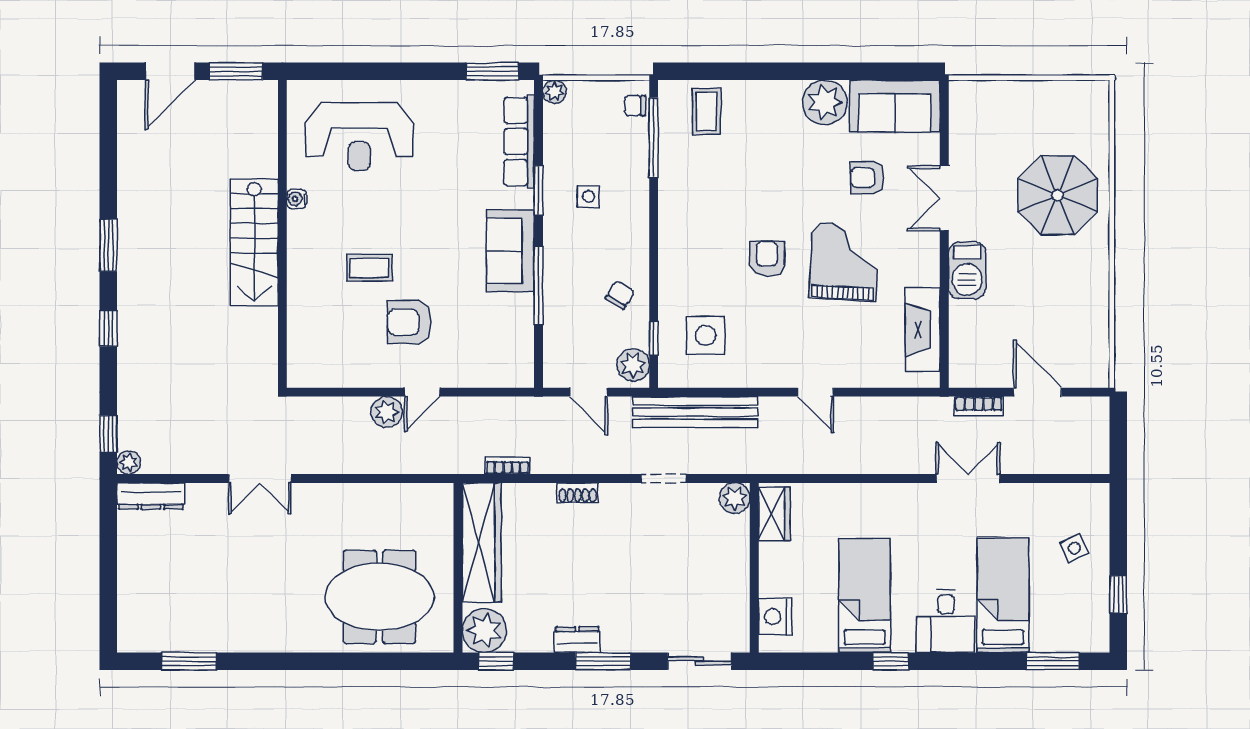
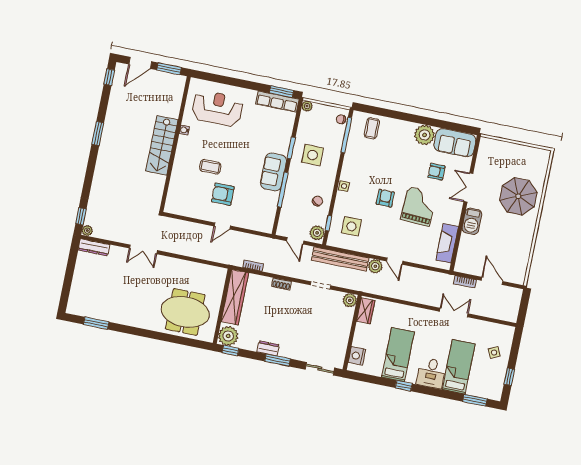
reception desk: (359, 137) -> (217, 108), turned 180
row of seats: (519, 142) -> (277, 102), moved, turned -90
side table: (588, 197) -> (313, 155), width x1.87, depth x1.87
side table: (671, 250) -> (344, 186), added
window: (108, 329) -> (109, 77), moved
plant: (387, 412) -> (375, 266), moved

